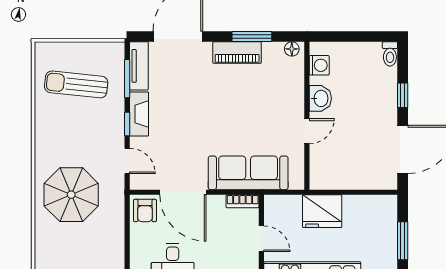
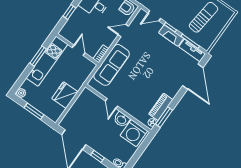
window: (252, 37) -> (164, 117), moved
piano: (237, 53) -> (161, 107), moved
washing machine: (319, 65) -> (134, 133), width x1.89, depth x1.89
door: (183, 192) -> (123, 30), width x0.53
fridge: (322, 211) -> (65, 95), moved
door: (261, 239) -> (79, 50), swing flipped

